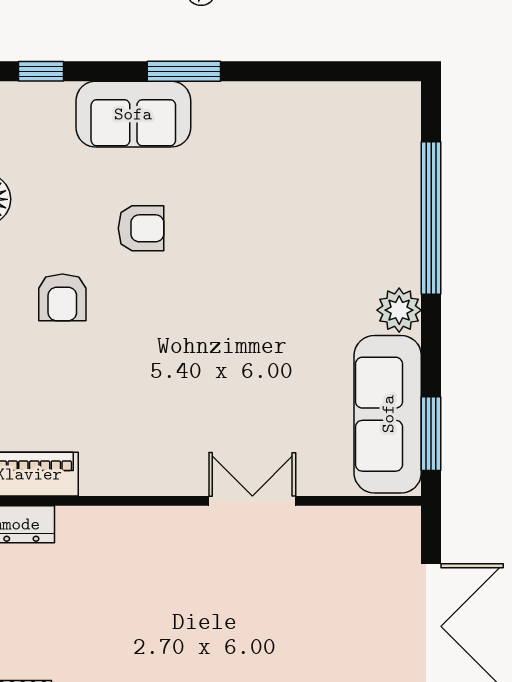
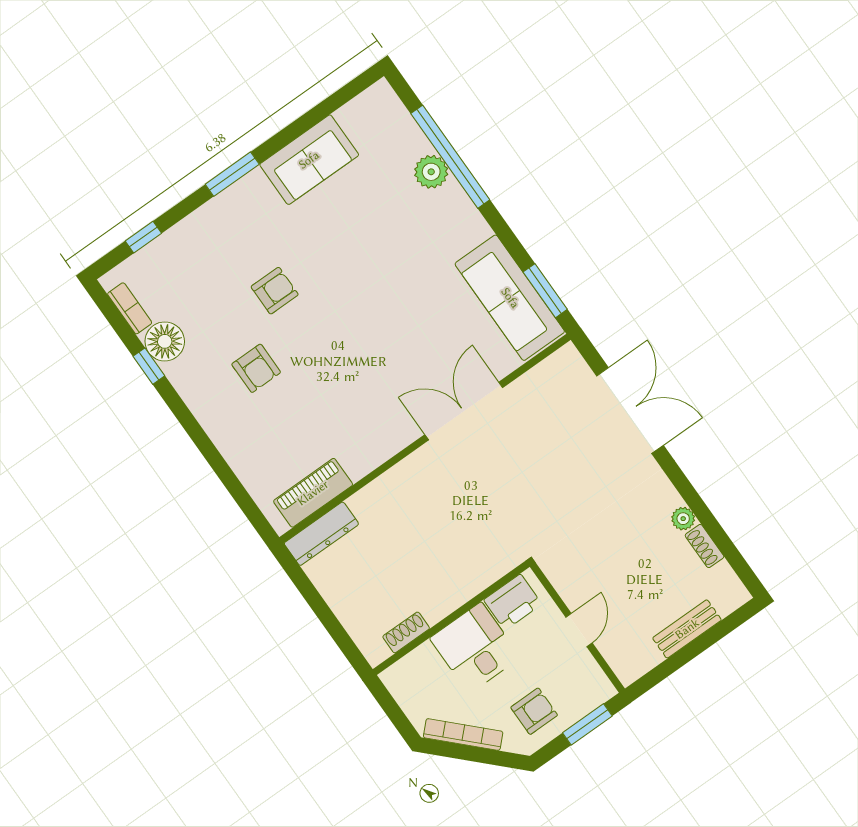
sofa: (133, 114) -> (309, 160), moved
plant: (399, 310) -> (431, 172), moved
double door: (252, 501) -> (464, 411), width x1.37

